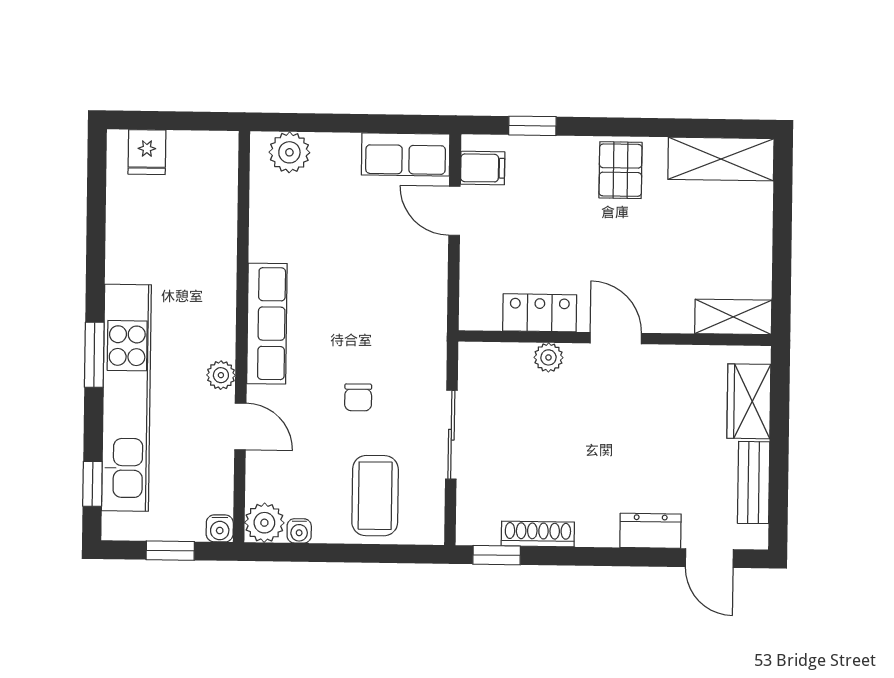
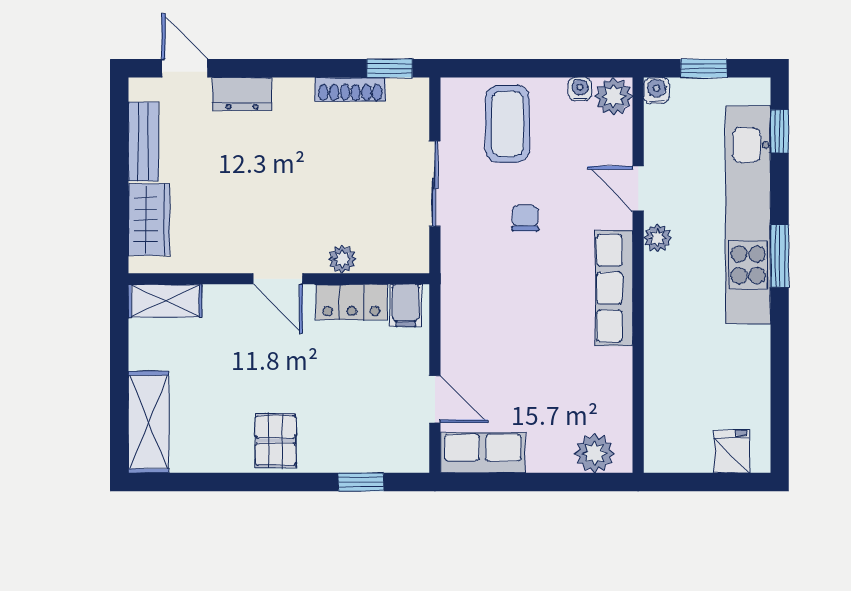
shelving: (721, 159) -> (149, 422), moved, turned 90
filing cabinet: (483, 168) -> (406, 305), moved, turned -90

